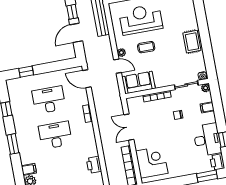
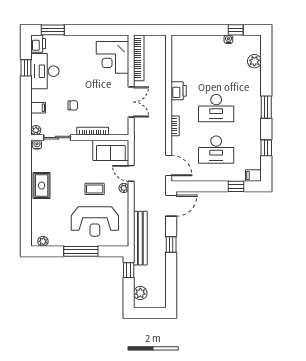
door: (76, 33) -> (171, 206), moved
printer: (94, 165) -> (179, 91), moved
filing cabinet: (29, 169) -> (253, 176), moved

